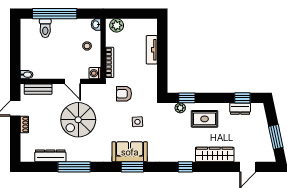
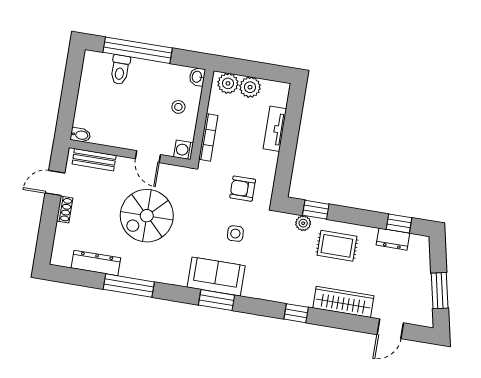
plant: (131, 26) -> (250, 87), added
armchair: (124, 94) -> (243, 189), moved

